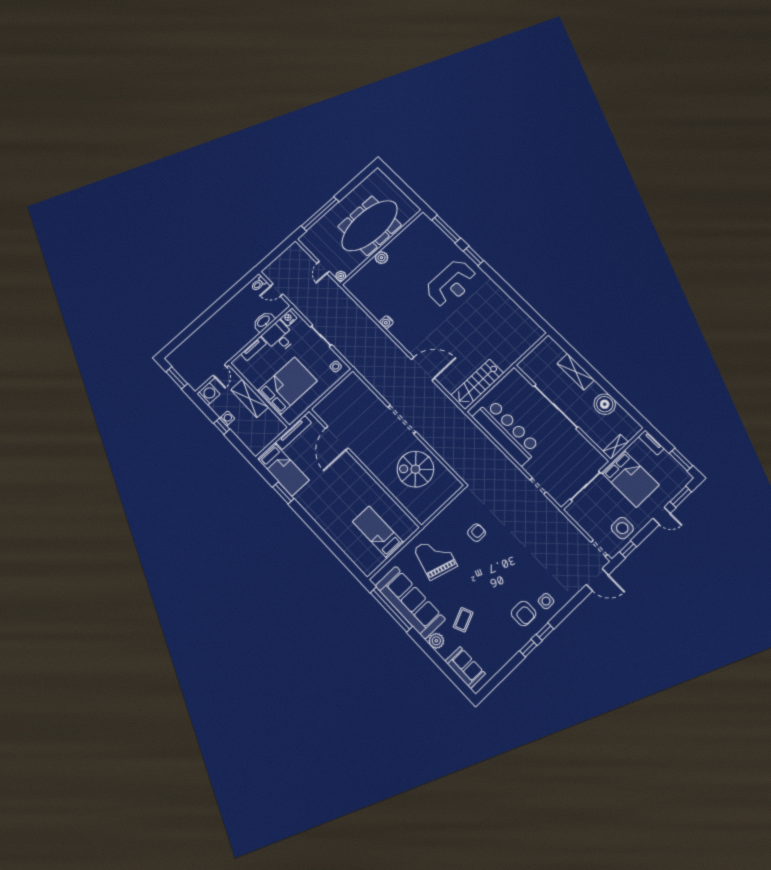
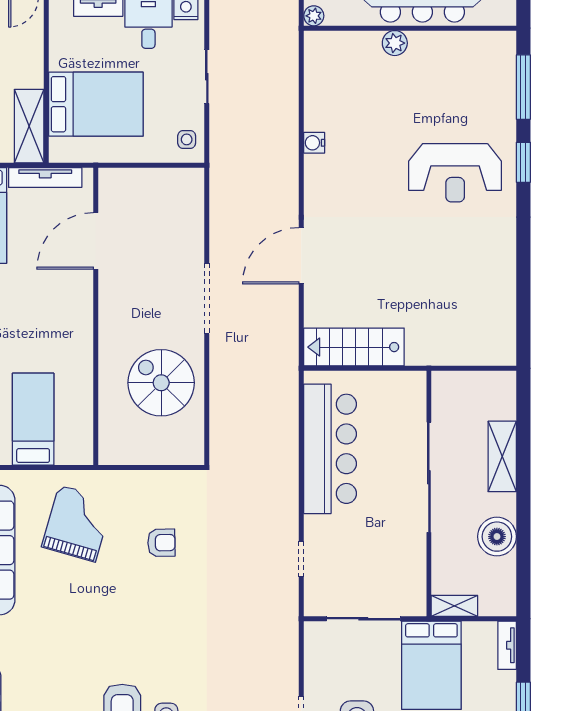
door: (423, 369) -> (301, 256), swing flipped
shelving: (250, 398) -> (29, 126), moved
coffee table: (463, 620) -> (37, 637), removed

